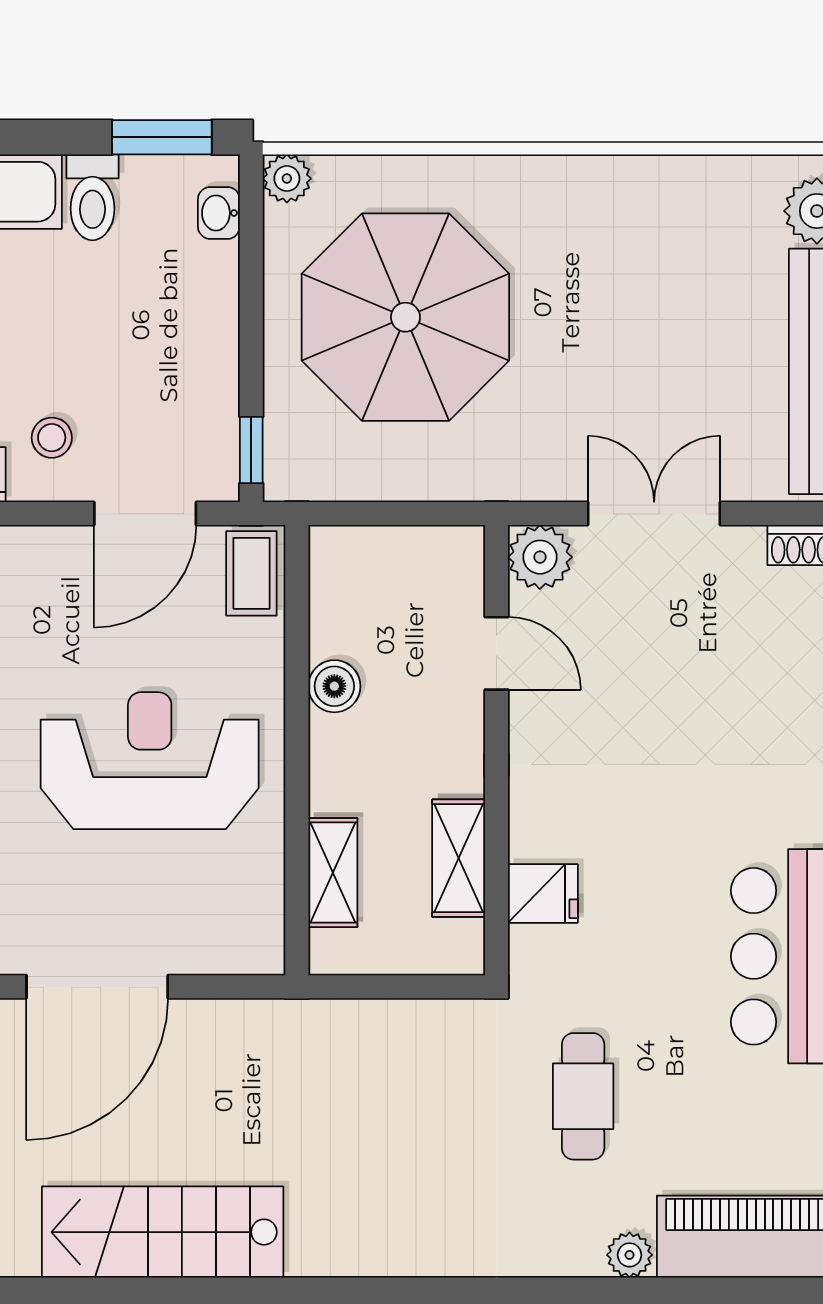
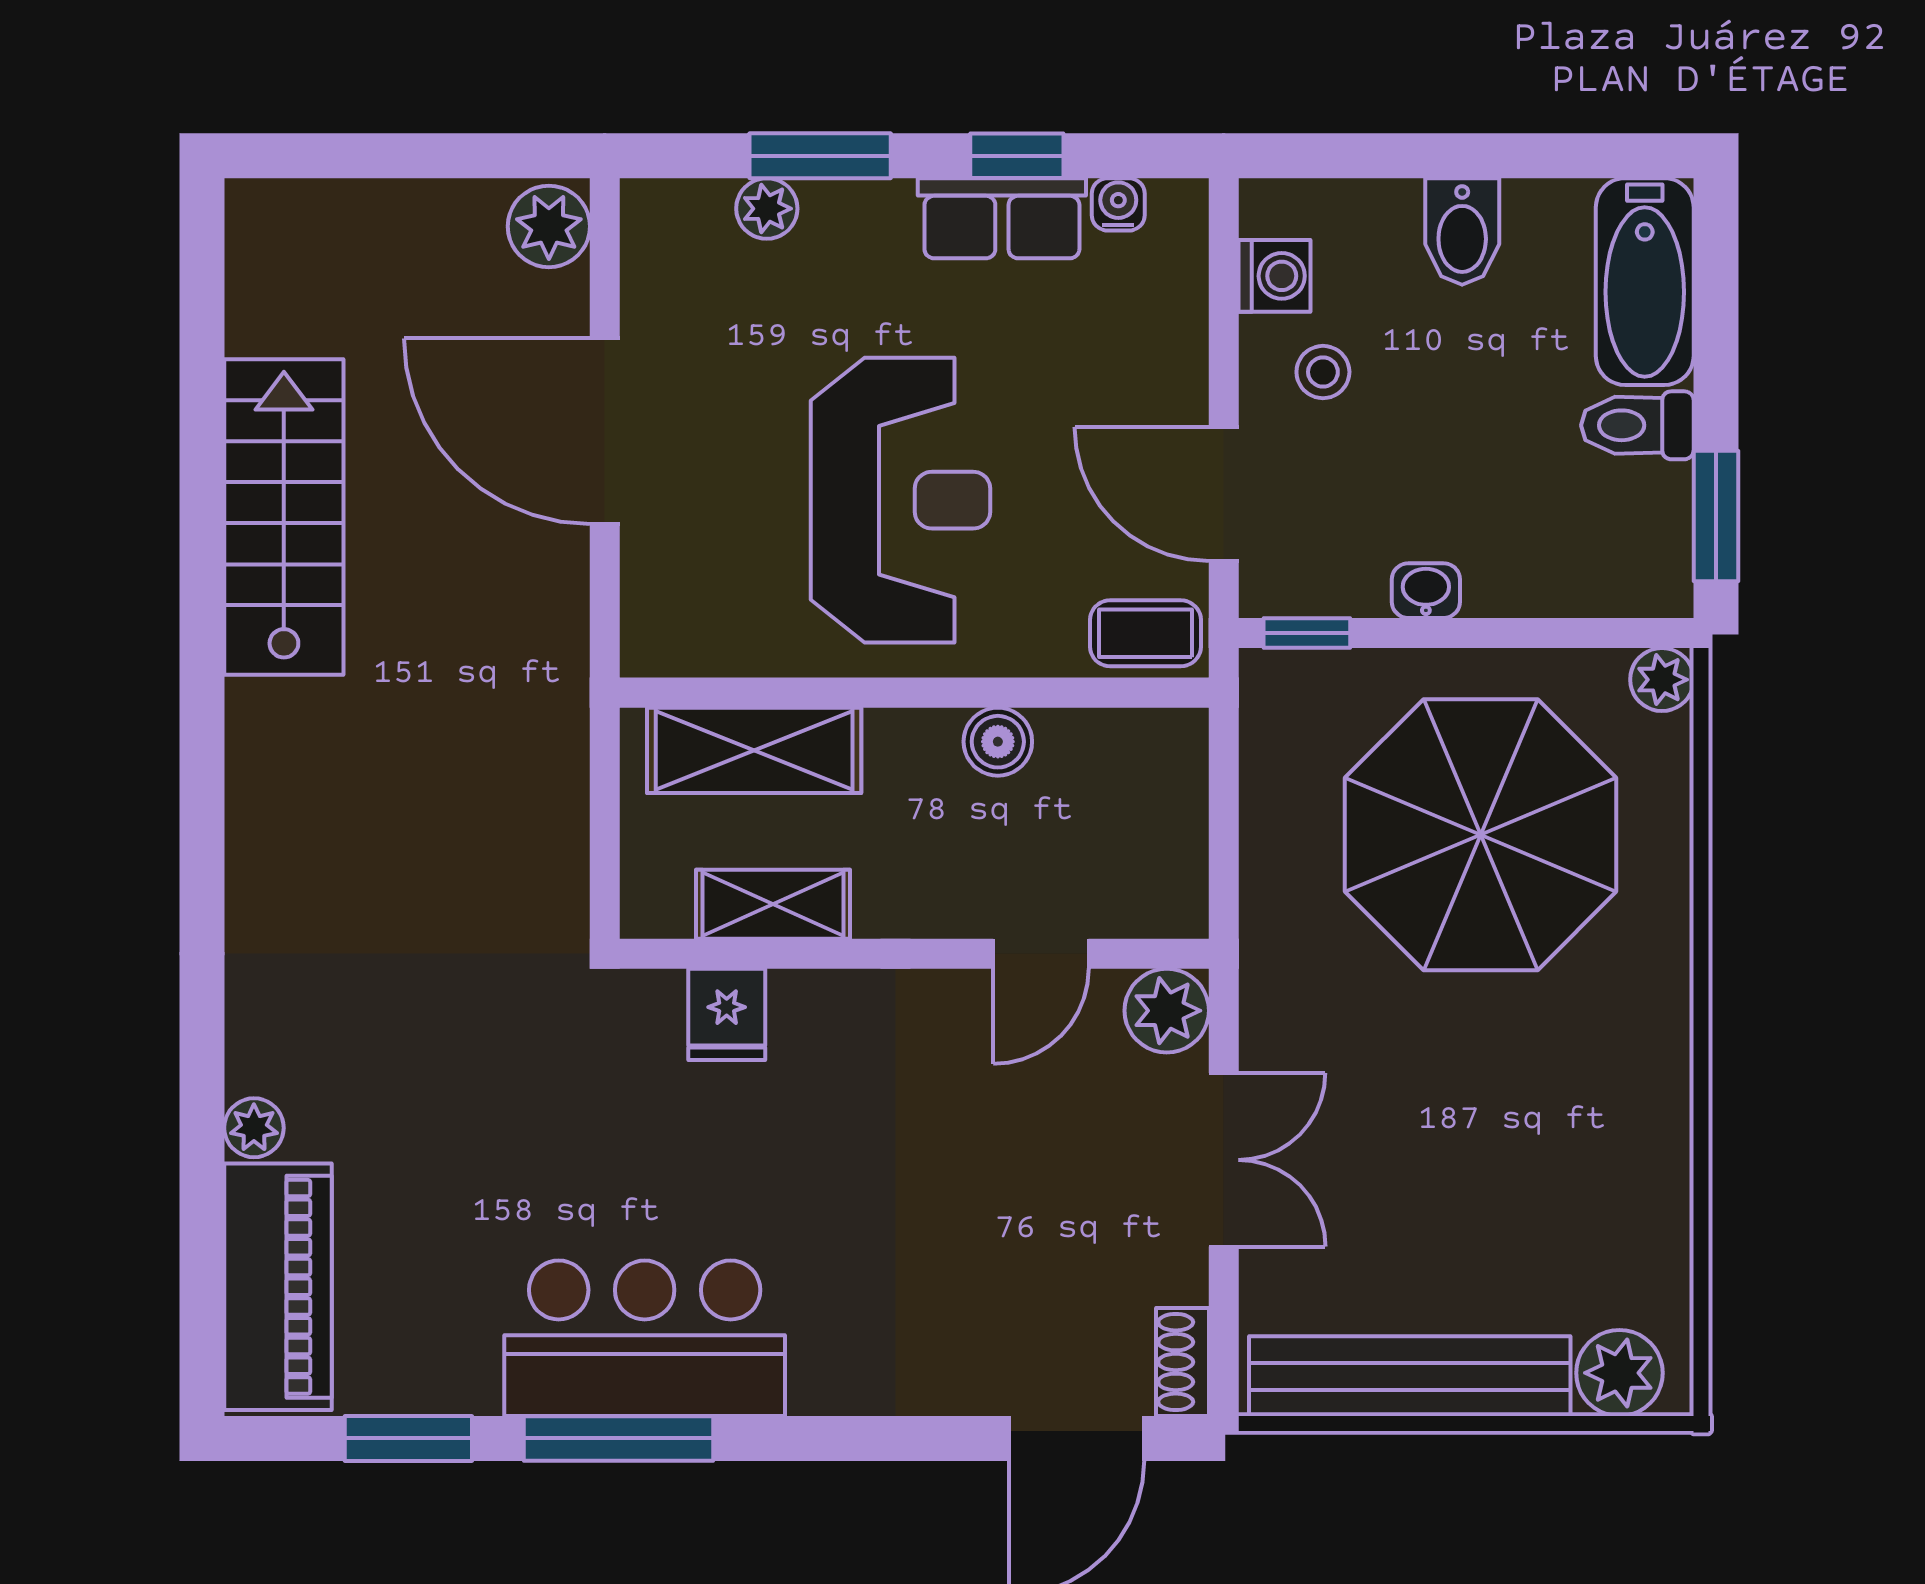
washbasin: (219, 213) -> (1426, 591), moved
shelving: (333, 873) -> (754, 750), width x1.50, depth x1.33
cafe table: (583, 1096) -> (461, 1067), removed

